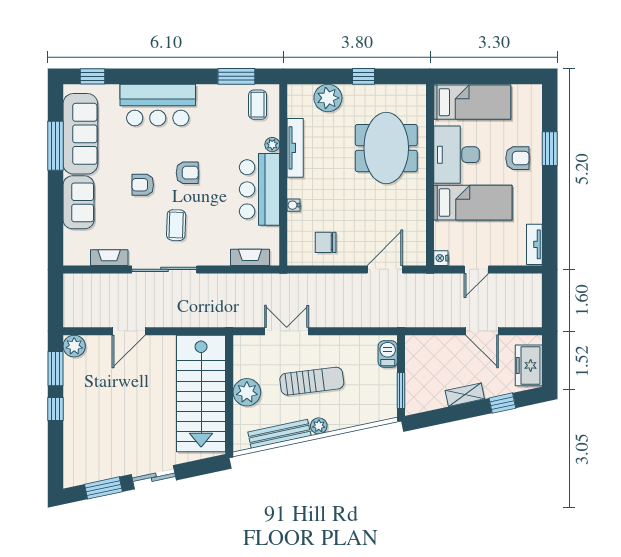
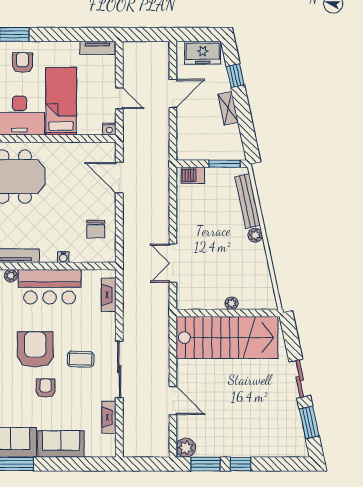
armchair: (187, 173) -> (35, 349), width x1.88, depth x1.88
armchair: (143, 185) -> (46, 388), turned 180
sun lounger: (312, 381) -> (216, 241), removed
plant: (247, 392) -> (232, 303), width x0.53, depth x0.53
bench: (279, 434) -> (248, 201), moved

